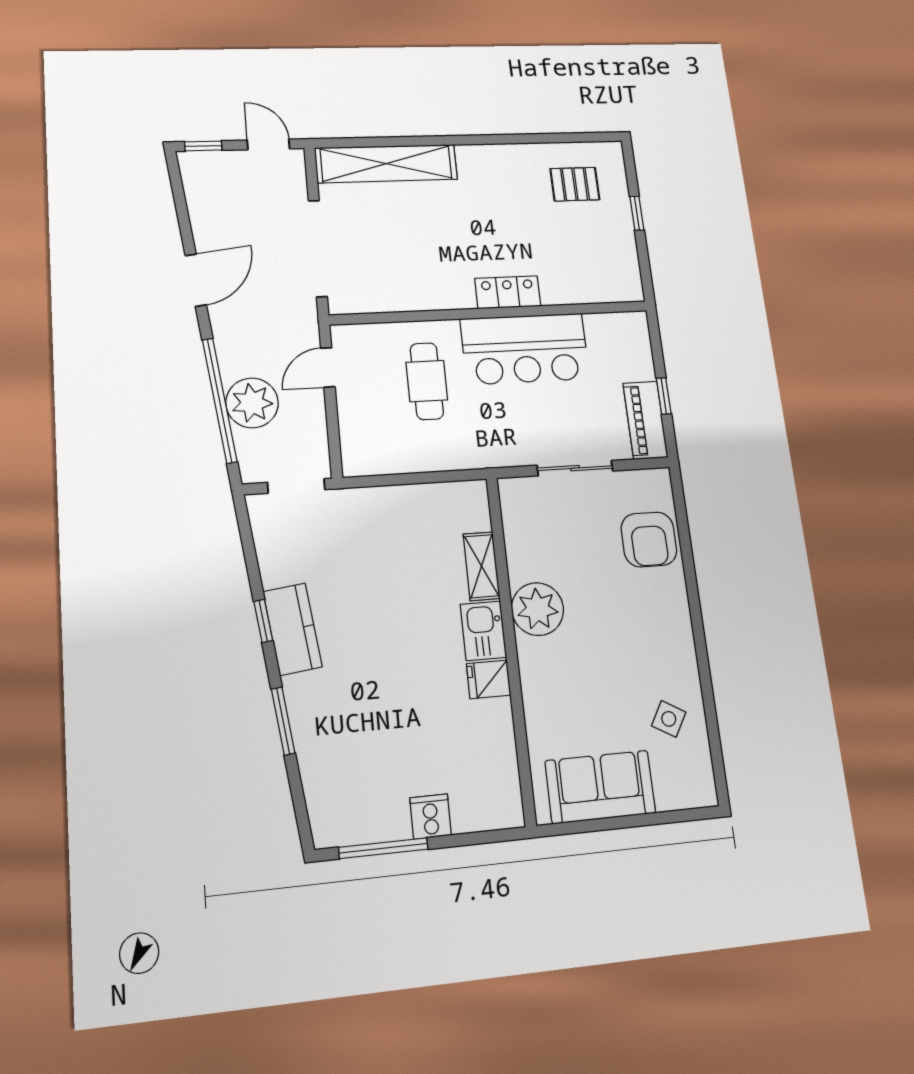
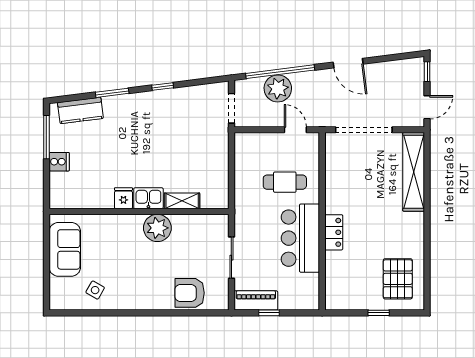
pallet: (575, 184) -> (398, 279), width x1.50, depth x1.42
kitchen counter: (292, 629) -> (80, 110), moved

